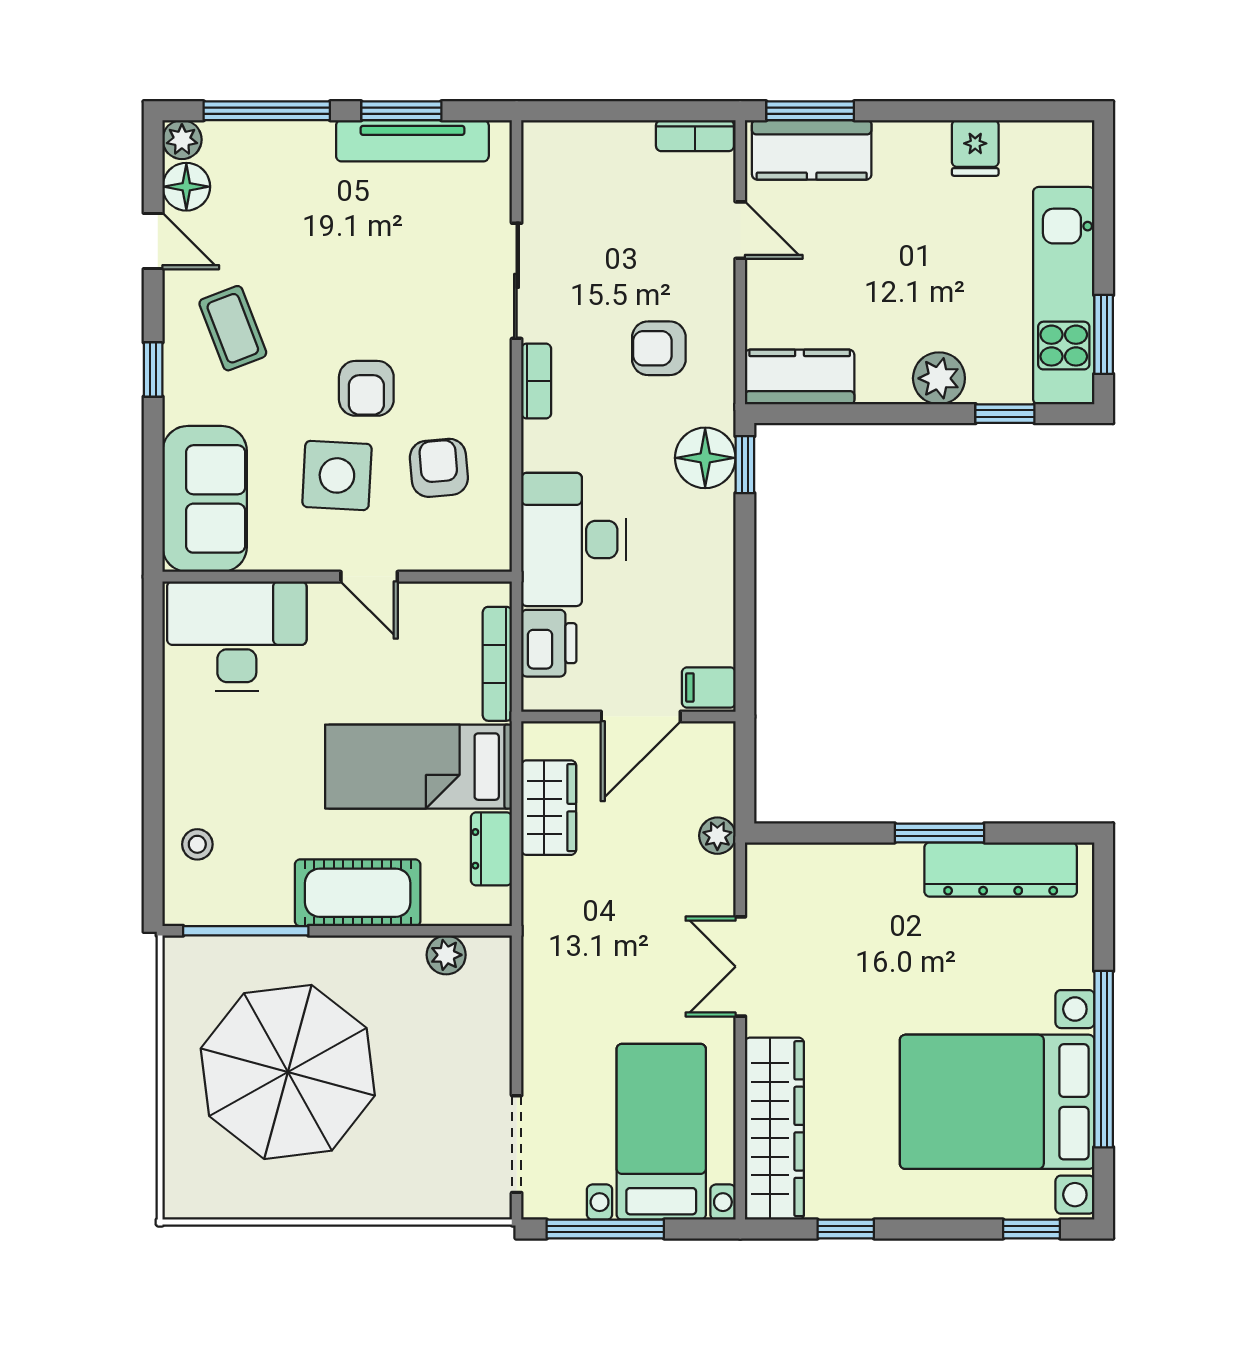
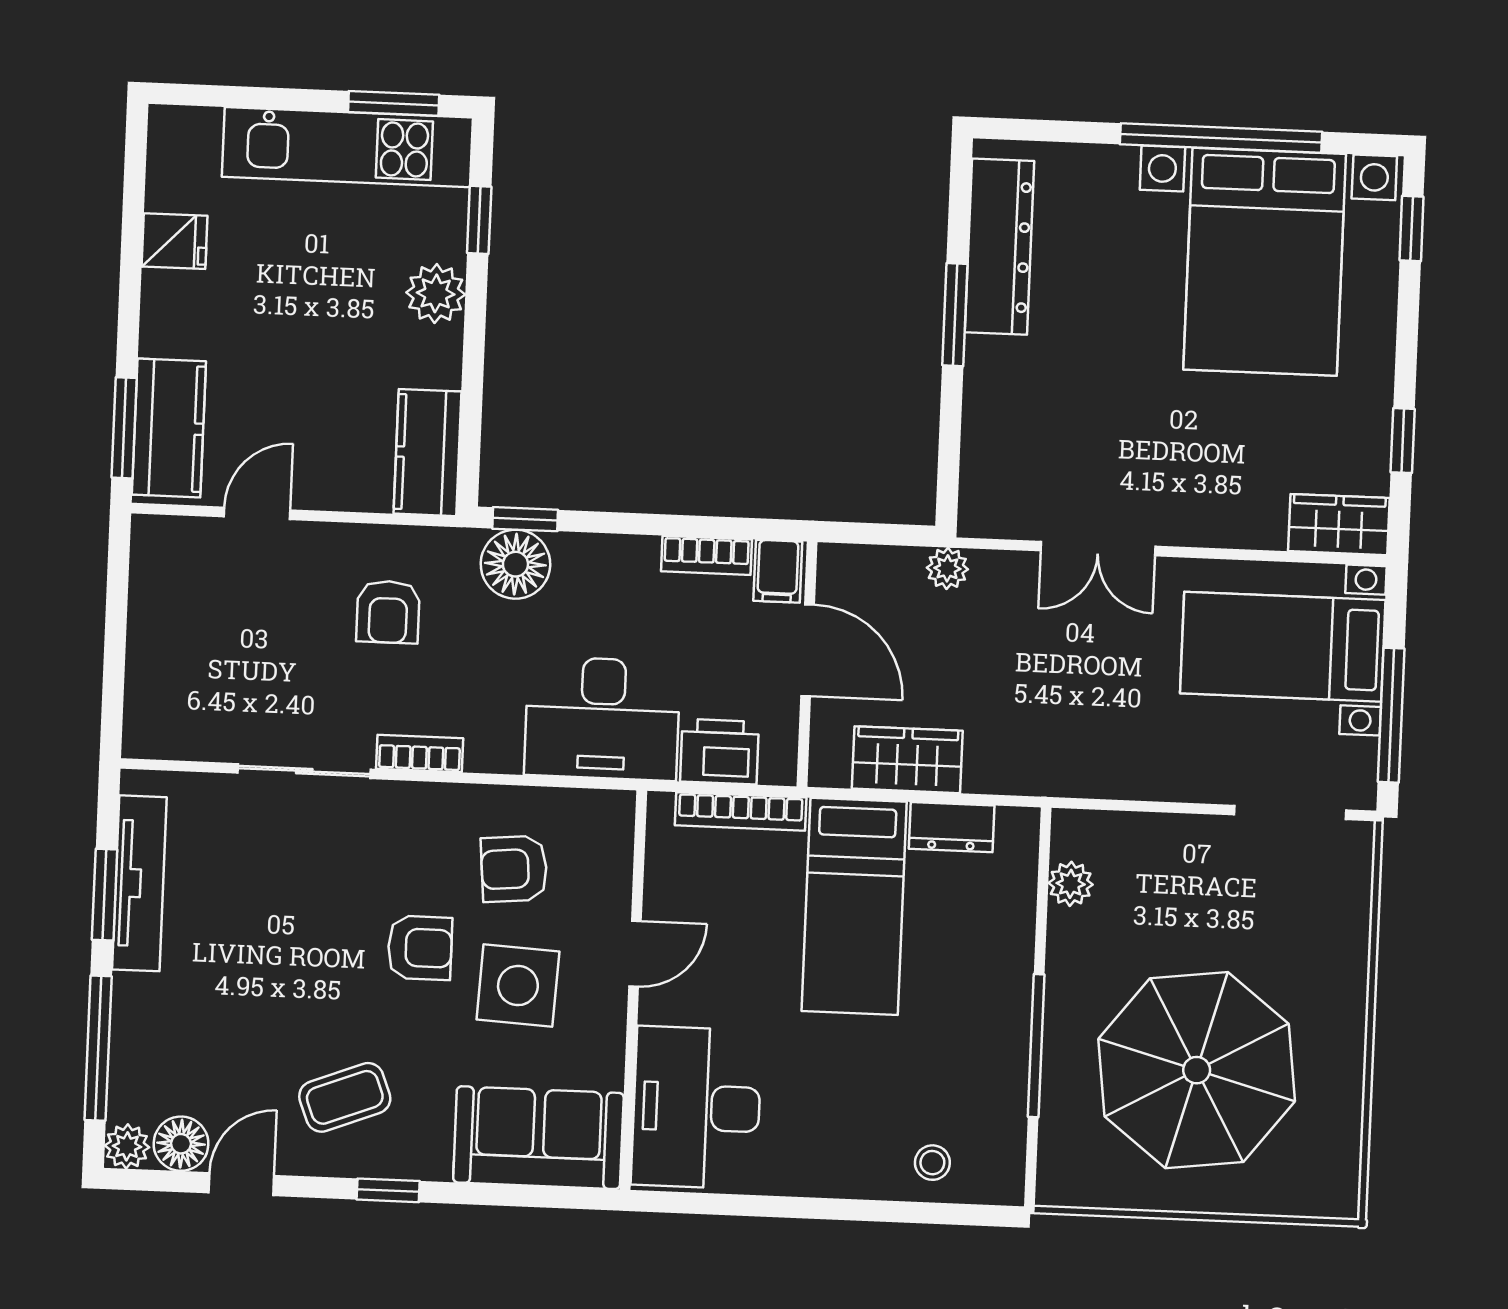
bookcase: (695, 136) -> (707, 555), moved, turned 90
cot: (358, 893) -> (995, 982), removed
window: (246, 931) -> (1036, 1046), moved
wardrobe: (774, 1129) -> (1339, 525), width x0.48, depth x0.85

